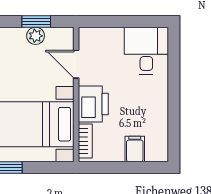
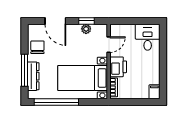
door: (76, 64) -> (109, 45), swing flipped
filing cabinet: (135, 149) -> (154, 92), moved

